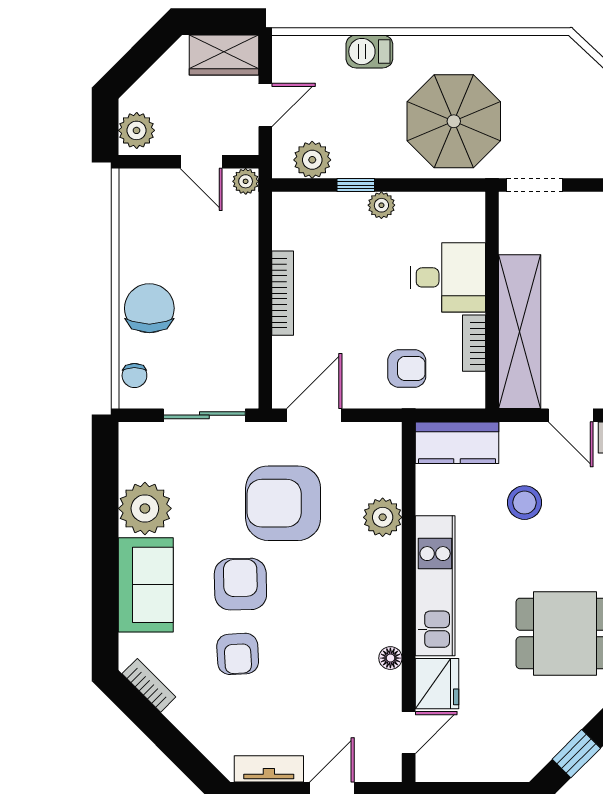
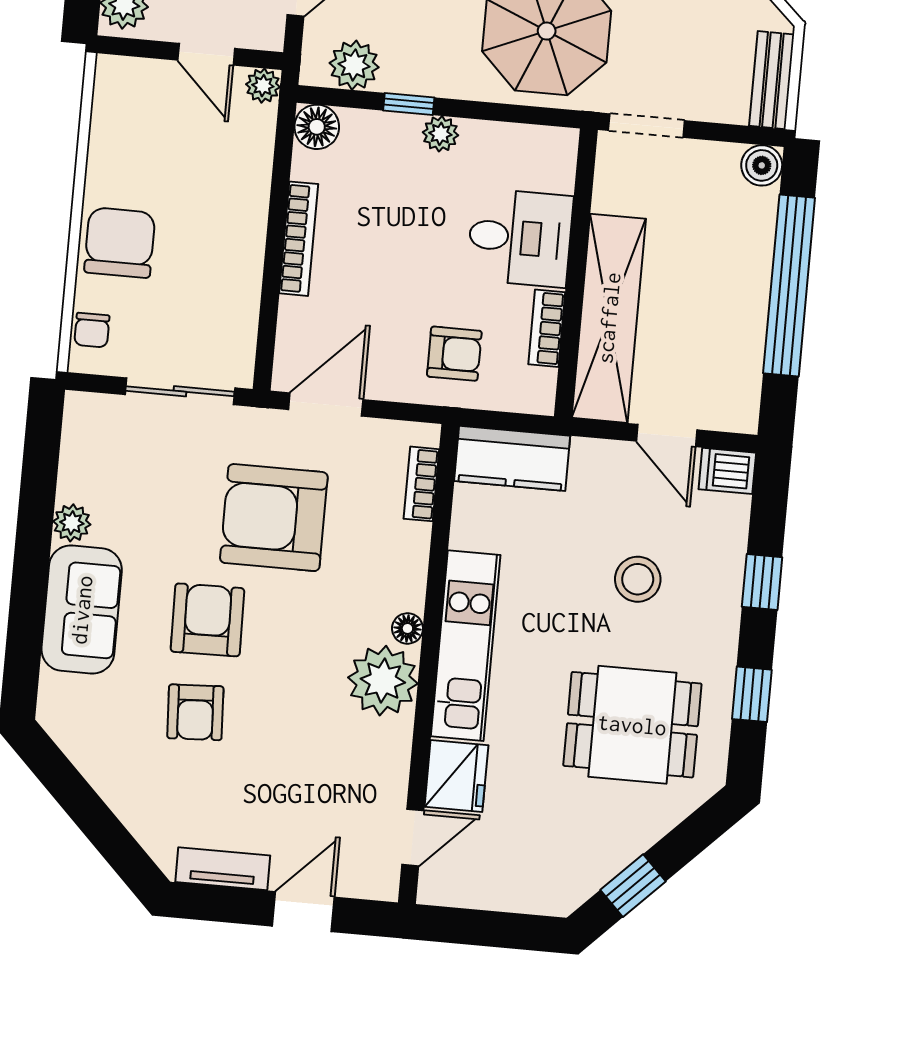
floor lamp: (289, 208) -> (317, 127), added
stool: (524, 503) -> (638, 579), moved
plant: (145, 508) -> (72, 523), width x0.53, depth x0.53
plant: (383, 517) -> (383, 681), moved, width x1.36, depth x1.36
floor lamp: (390, 658) -> (407, 628), moved
bookcase: (149, 685) -> (421, 484), moved, turned -135

